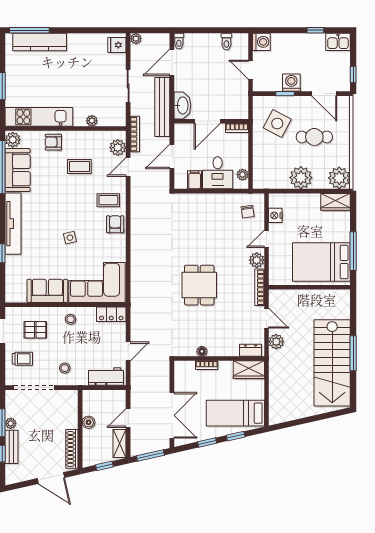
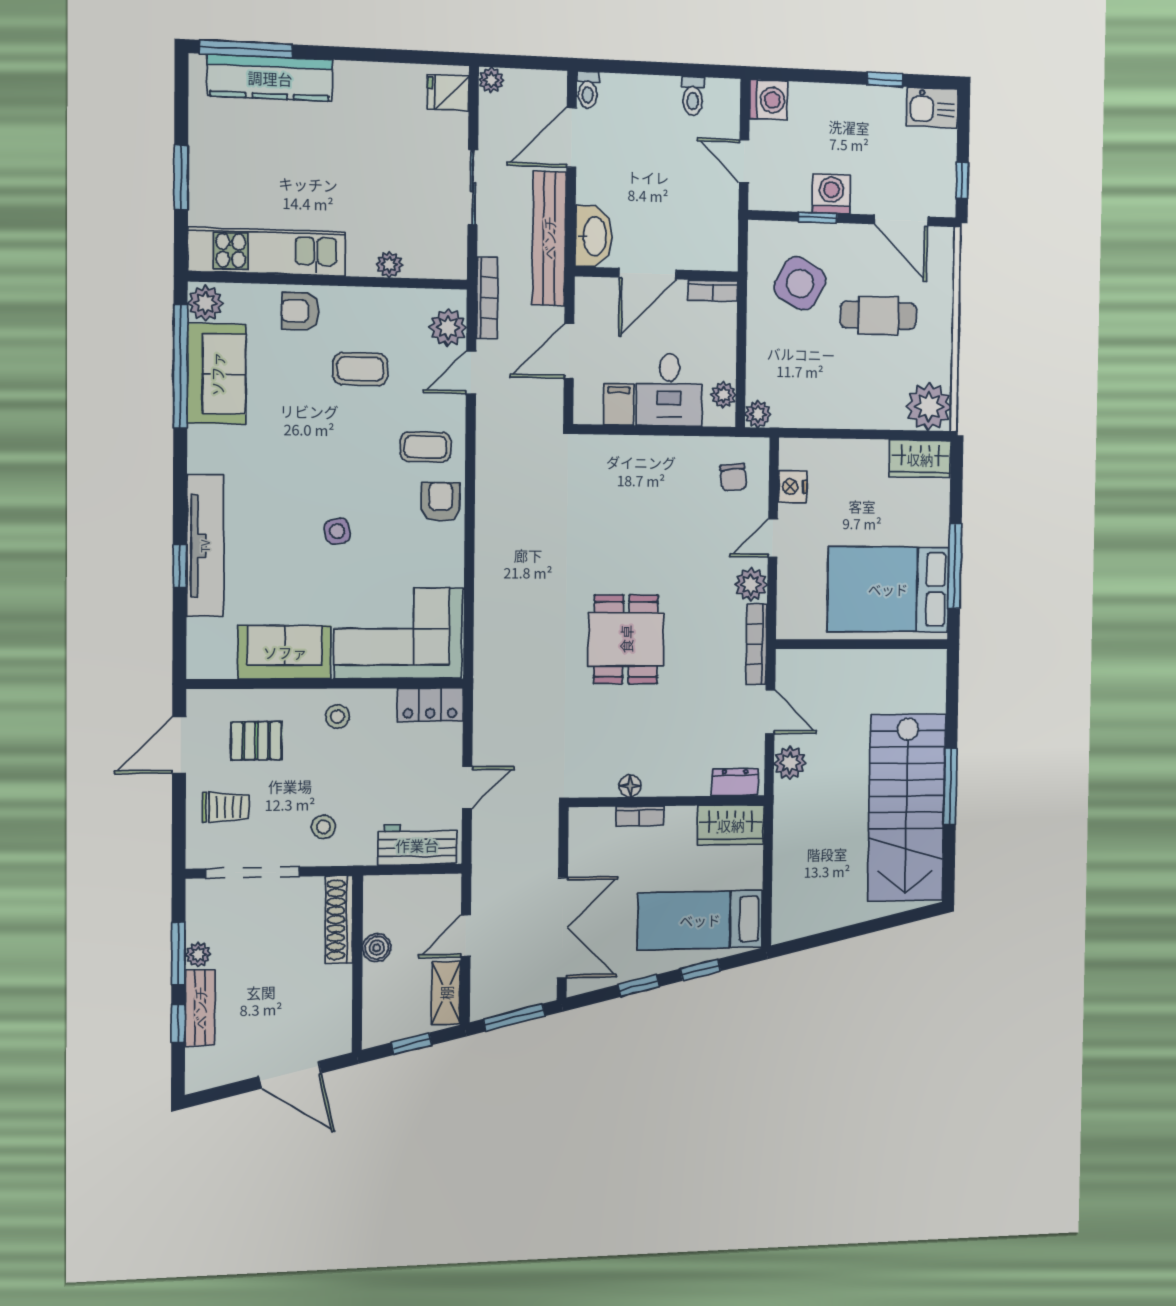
plant: (301, 178) -> (758, 414), moved, width x0.53, depth x0.53
tv unit: (13, 224) -> (205, 546), moved
shoe rack: (72, 449) -> (339, 920), moved

